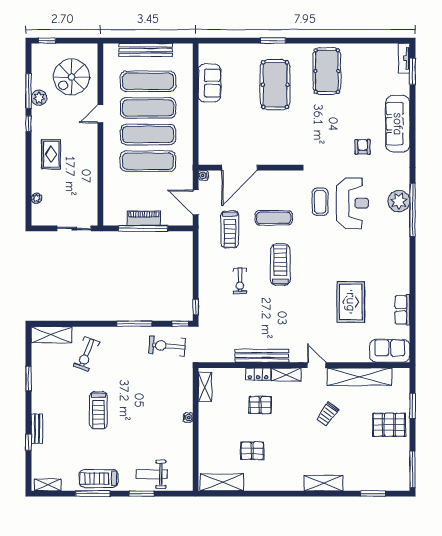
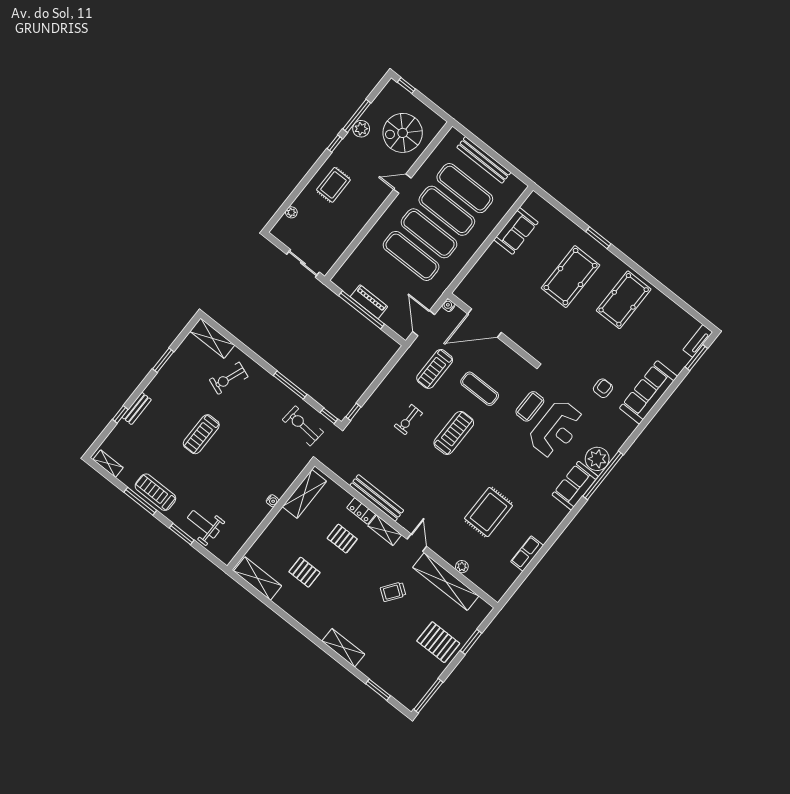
sofa: (390, 351) -> (575, 486), moved, turned -90
plant: (363, 357) -> (462, 567), added
shelving: (205, 387) -> (304, 494), width x1.50, depth x1.33

